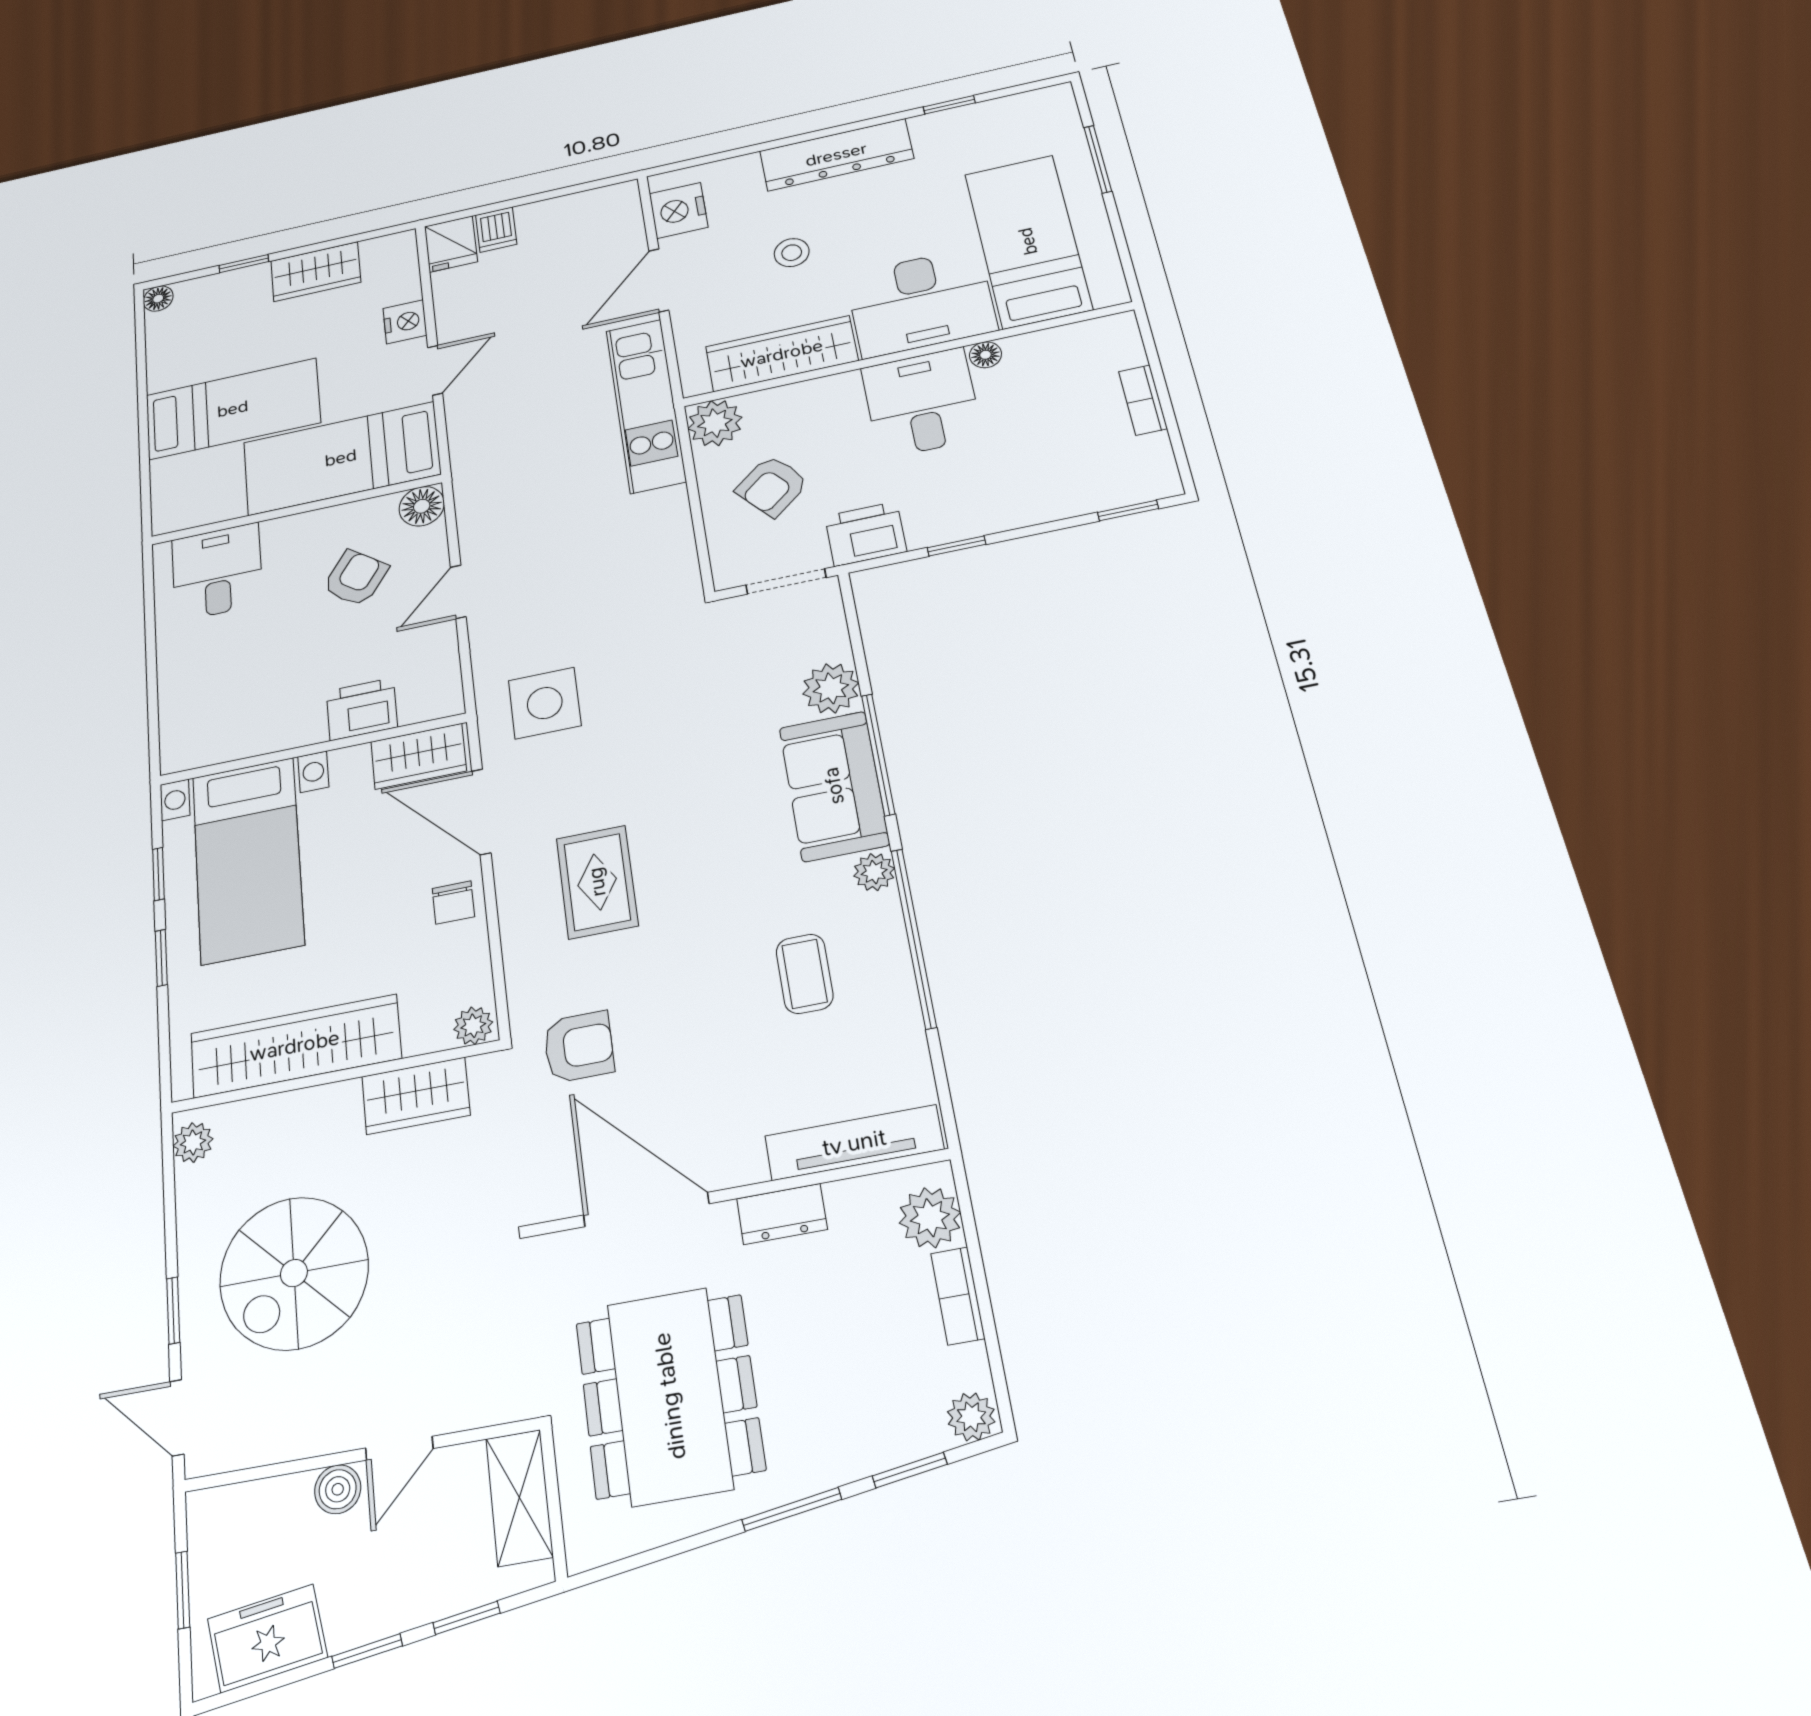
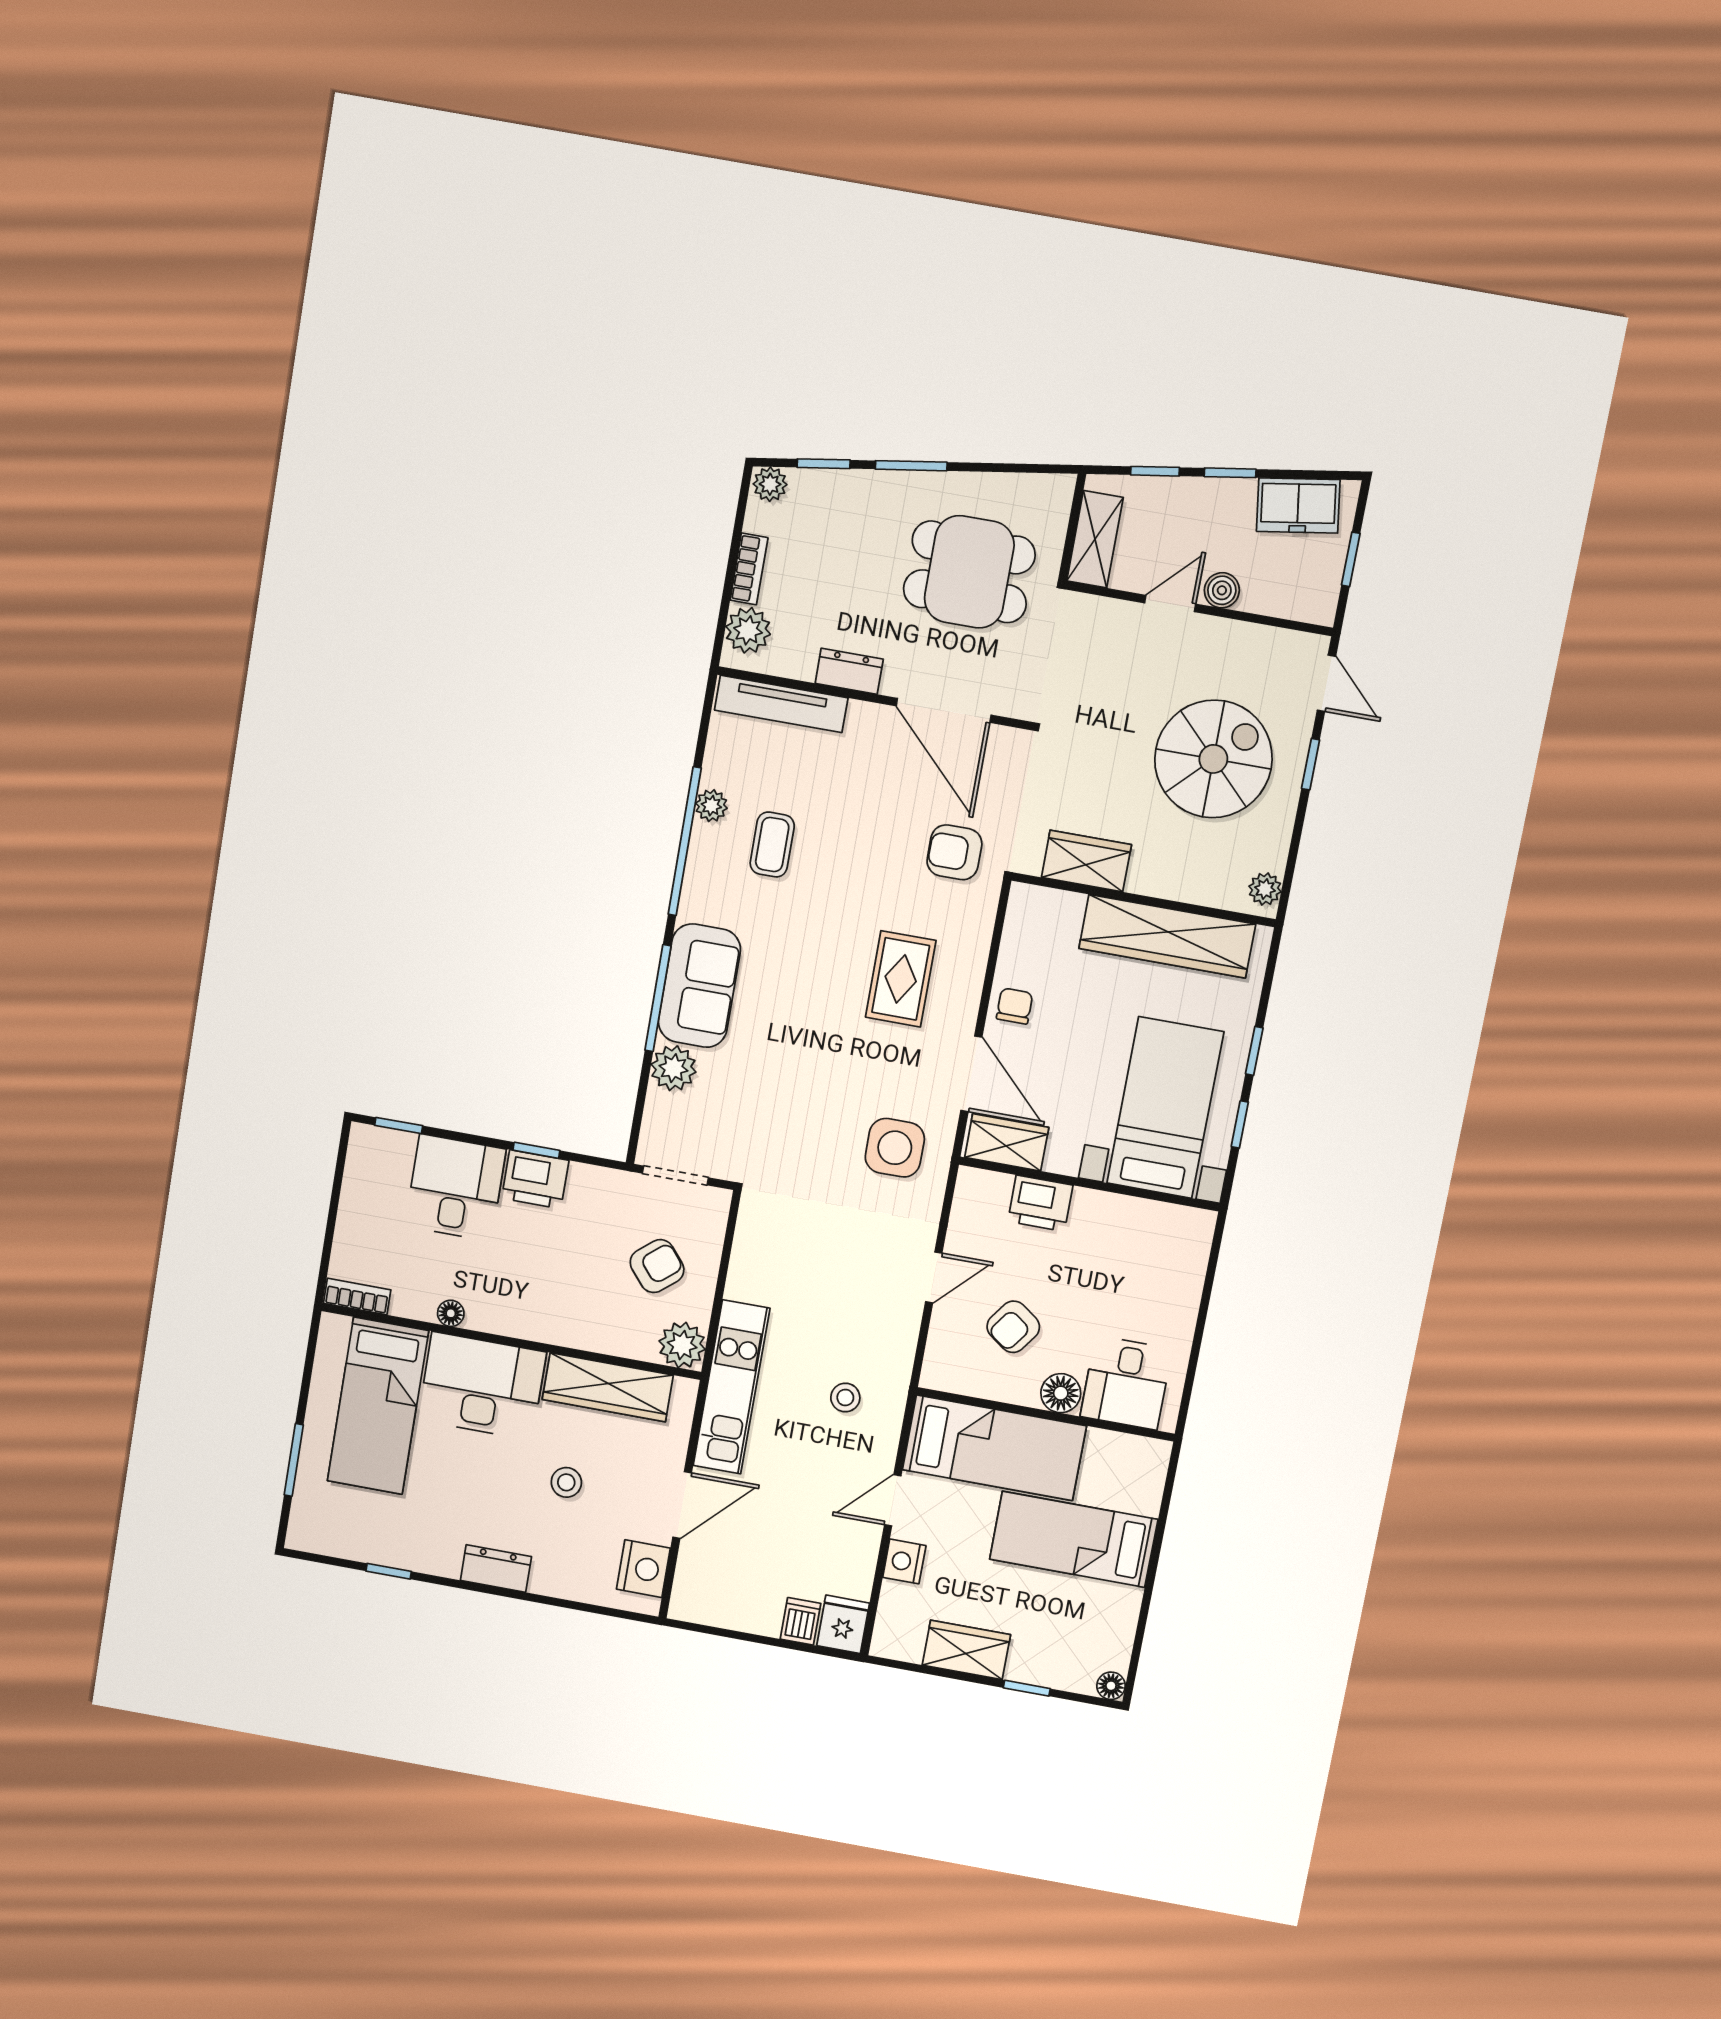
dresser: (836, 155) -> (496, 1568), width x0.51, depth x0.80
bookcase: (1143, 400) -> (357, 1297), moved, turned -90
desk: (922, 403) -> (455, 1188), moved, turned 180
stool: (518, 443) -> (845, 1398), added
floor lamp: (422, 506) -> (1061, 1393), moved
printer: (866, 534) -> (535, 1179), moved
plant: (874, 872) -> (711, 806), moved
plant: (473, 1026) -> (1028, 900), removed
dining table: (670, 1396) -> (969, 572), width x0.73

